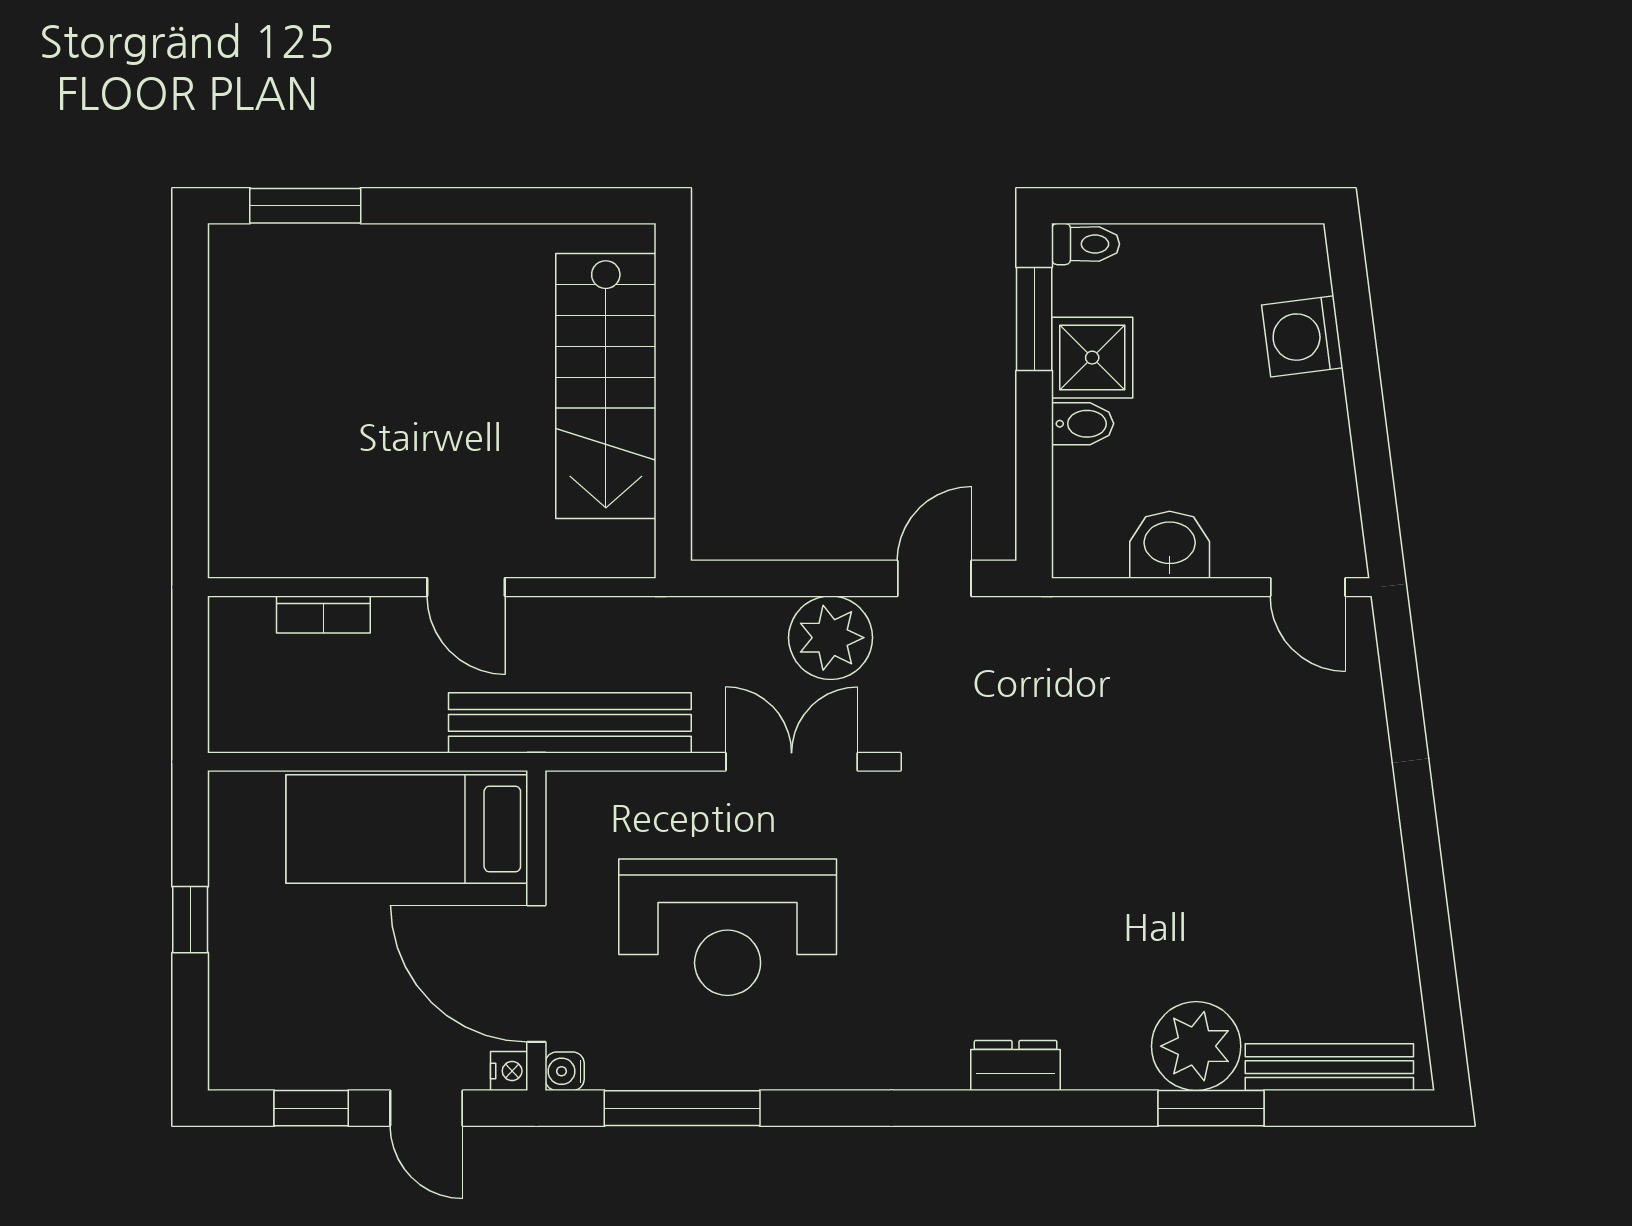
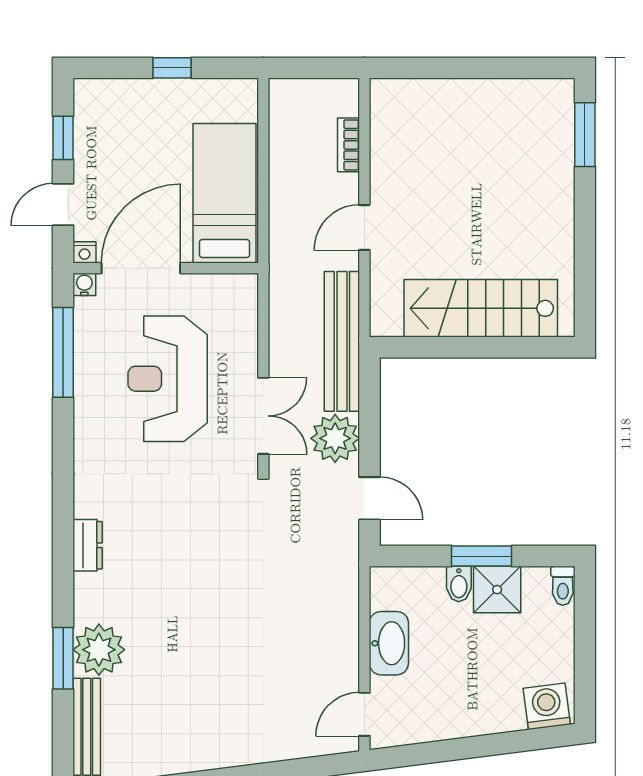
window: (1034, 319) -> (482, 556), moved
washing machine: (1302, 336) -> (547, 706), moved
washbasin: (1170, 545) -> (389, 643), width x1.38
bench: (570, 723) -> (342, 341), moved

